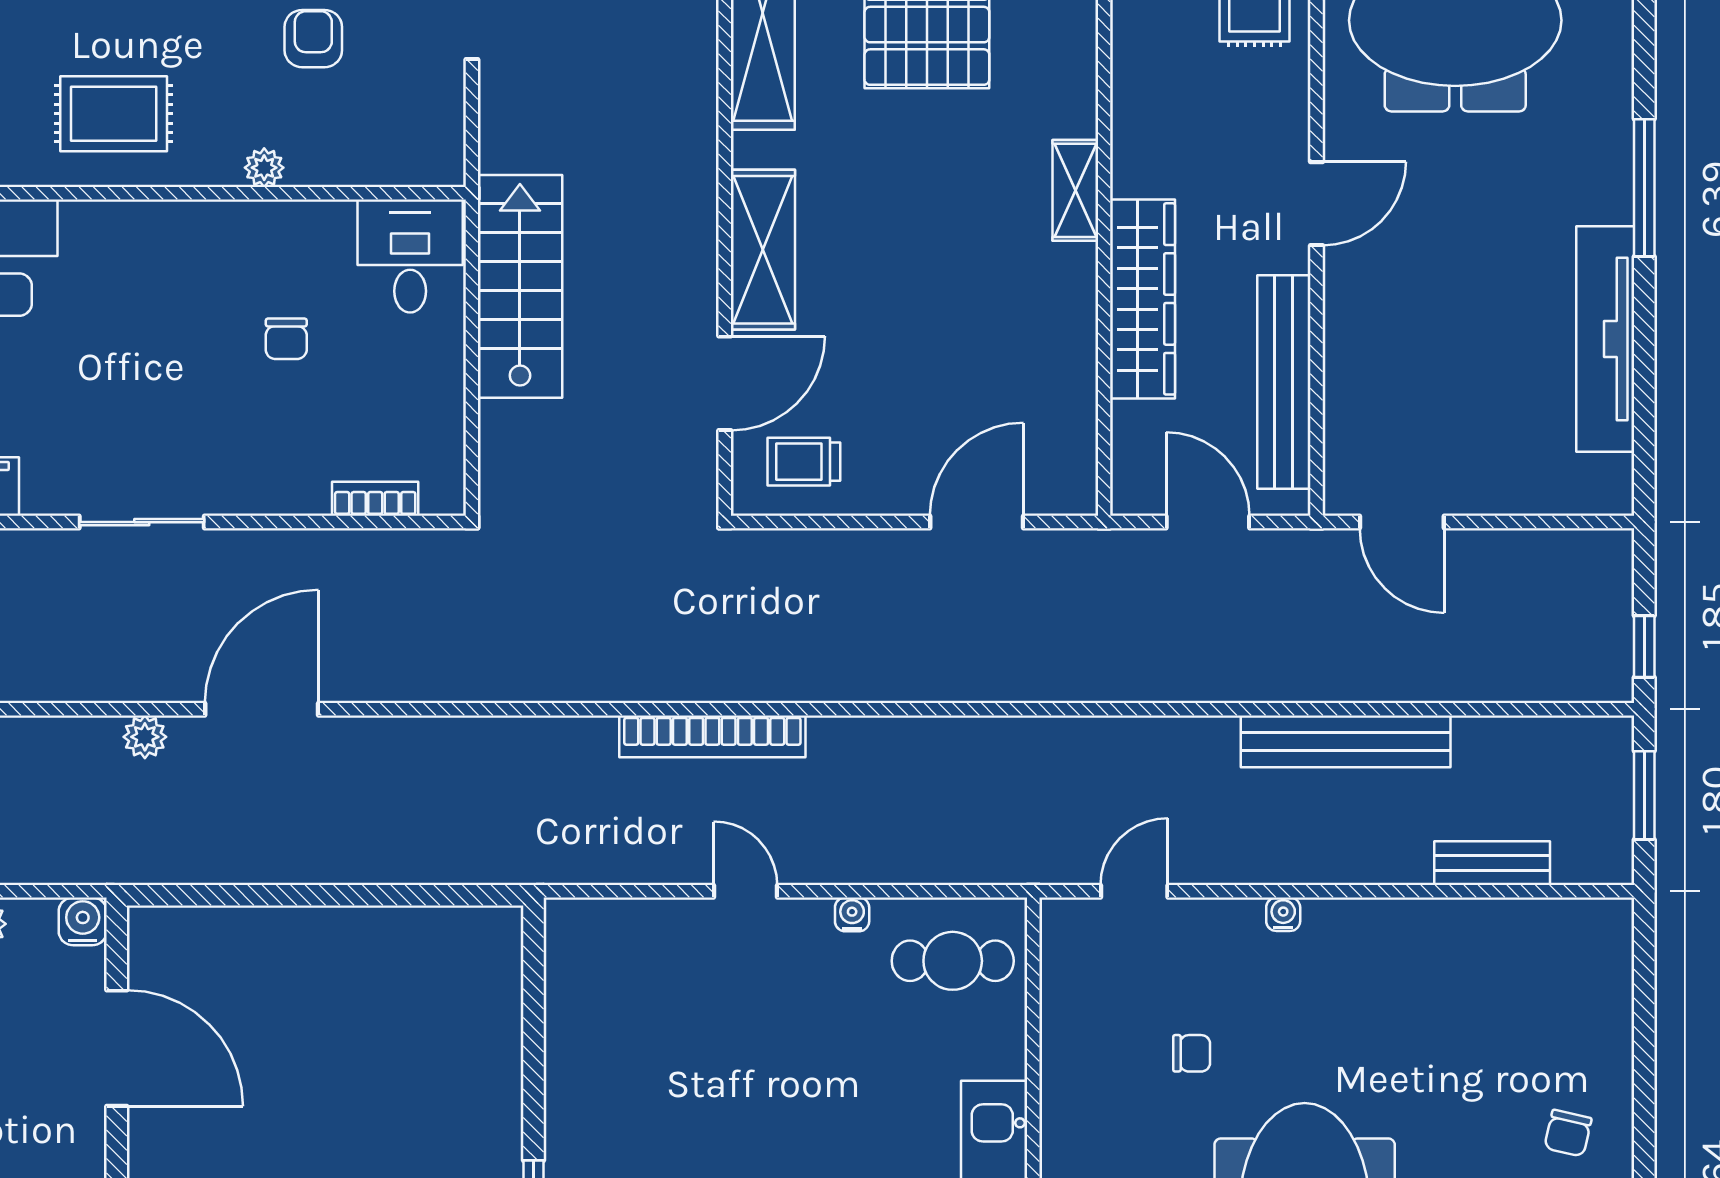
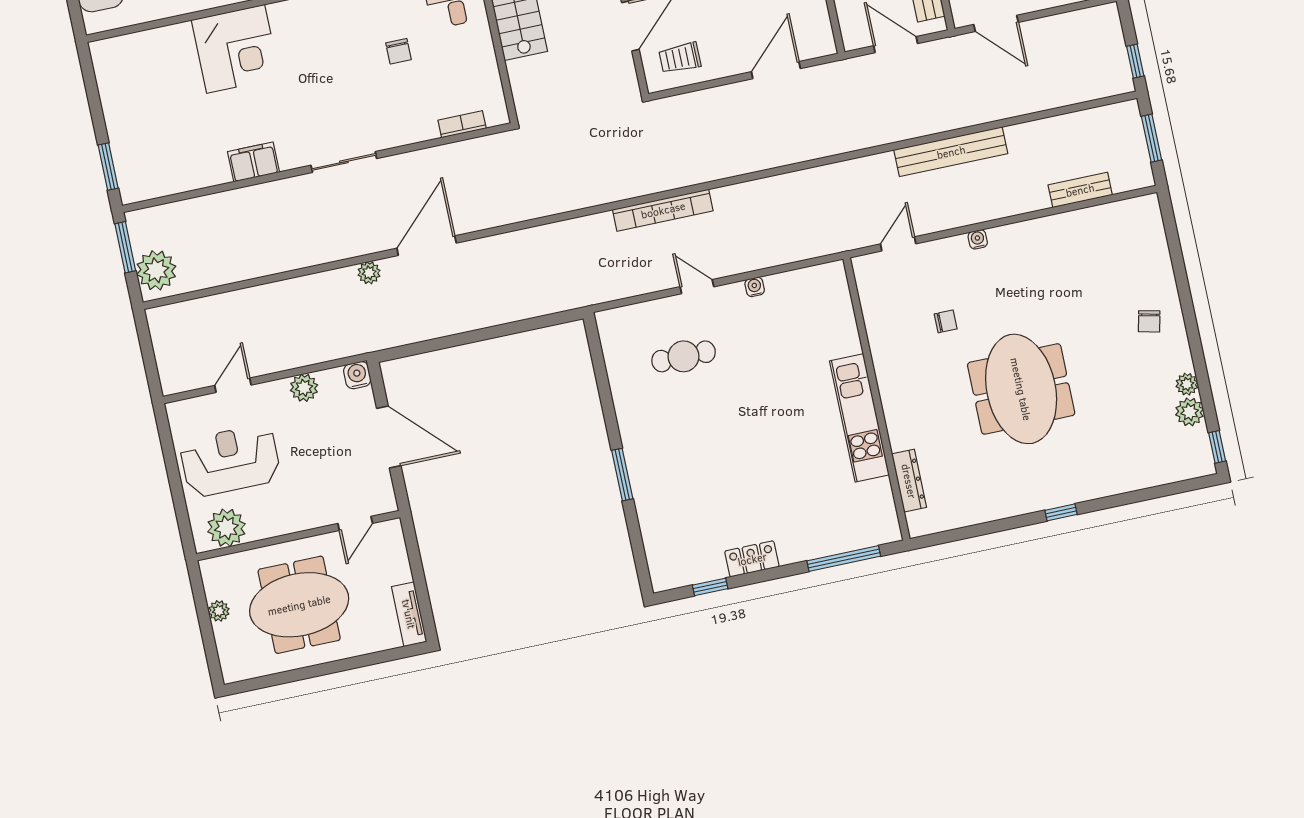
bench: (1346, 741) -> (951, 152), moved
cafe table: (953, 961) -> (684, 356), moved

